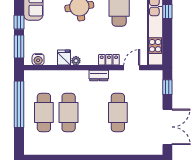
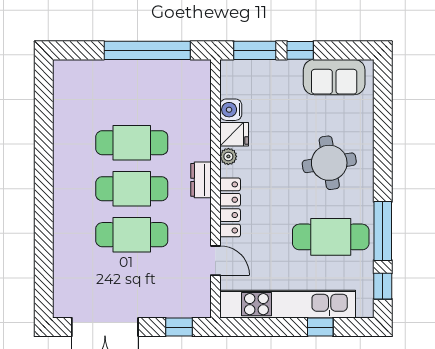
water cooler: (38, 59) -> (231, 110), moved
locker: (109, 60) -> (230, 207), width x1.53
dresser: (99, 75) -> (201, 180), moved
cafe table: (44, 112) -> (132, 189), moved

